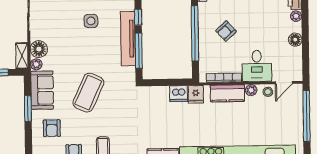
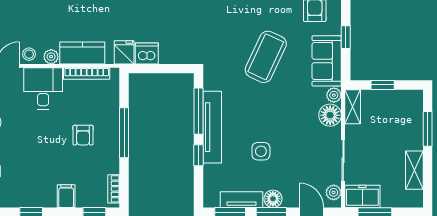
armchair: (226, 31) -> (83, 135), turned 132
window: (195, 33) -> (124, 133), width x0.68
window: (28, 108) -> (346, 37), width x0.67

